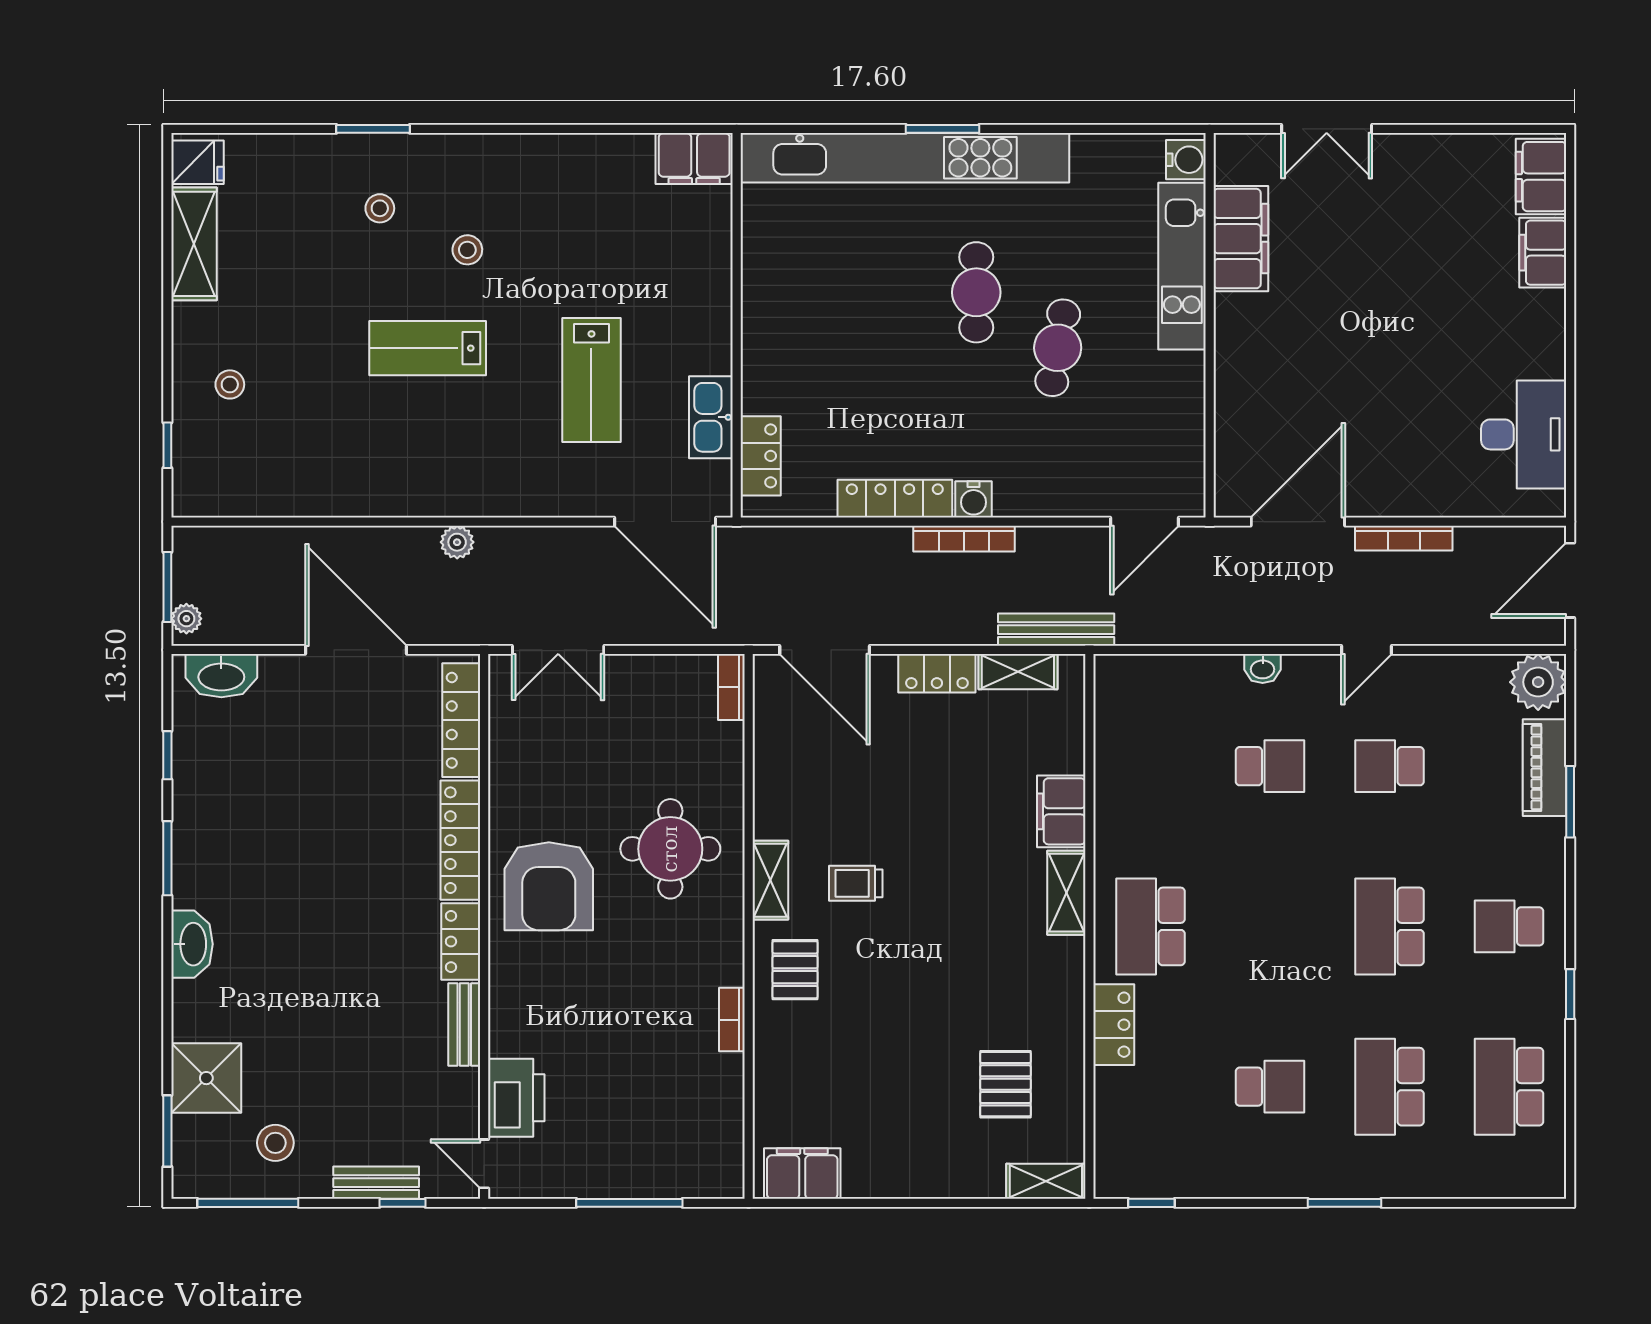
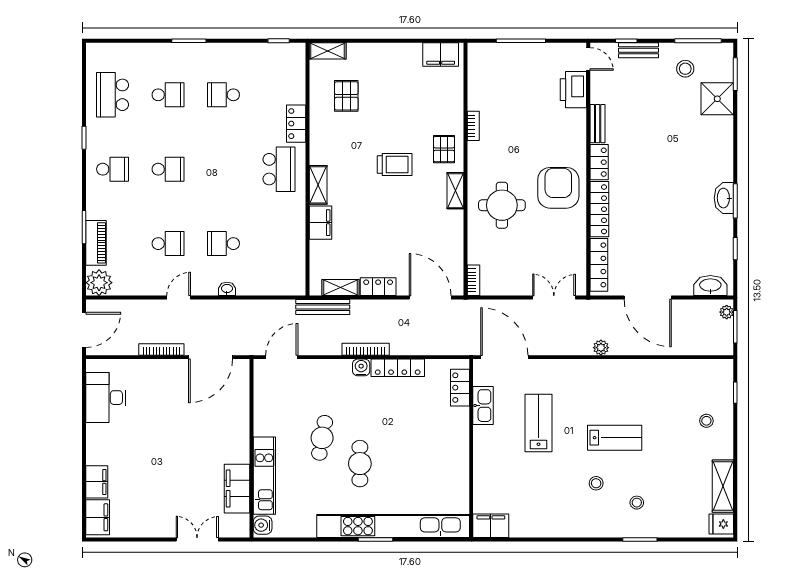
trolley: (856, 883) -> (395, 164), moved, width x1.36, depth x1.39
school desk: (1390, 926) -> (168, 169), width x0.54
washbasin: (192, 944) -> (724, 198), moved
school desk: (1390, 1087) -> (168, 95), width x0.54
school desk: (1509, 1087) -> (113, 95), turned 180

